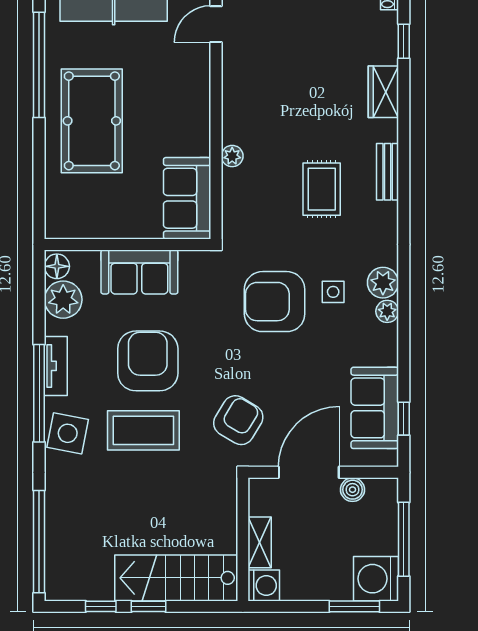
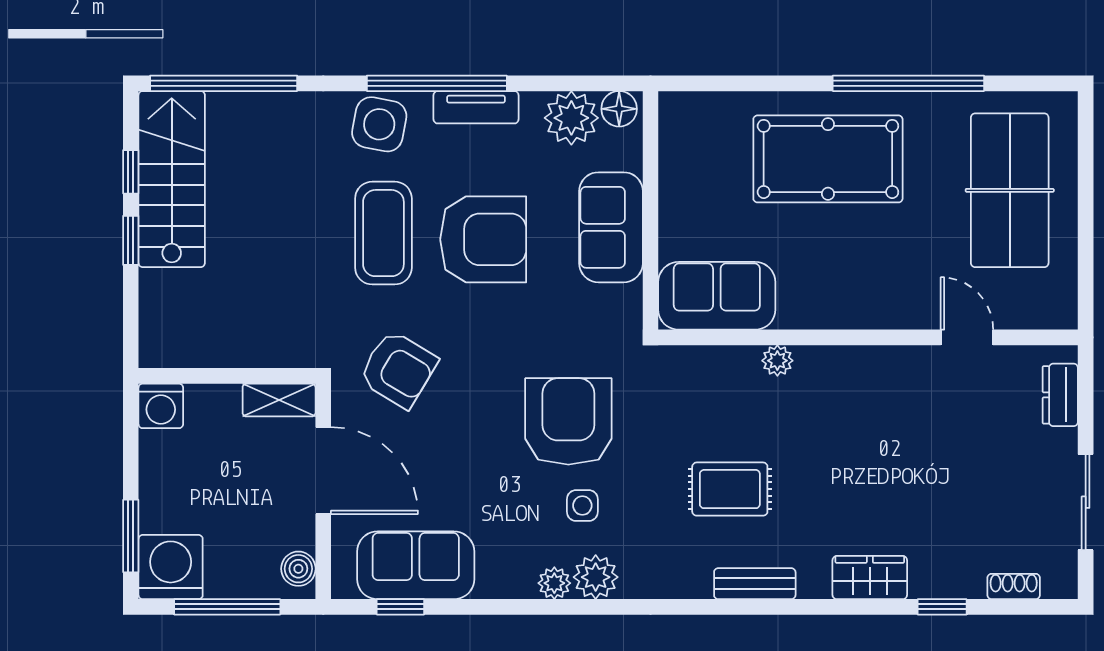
boiler: (353, 490) -> (298, 569), moved
shelving: (260, 542) -> (279, 400), moved
stairs: (176, 578) -> (172, 179), moved

